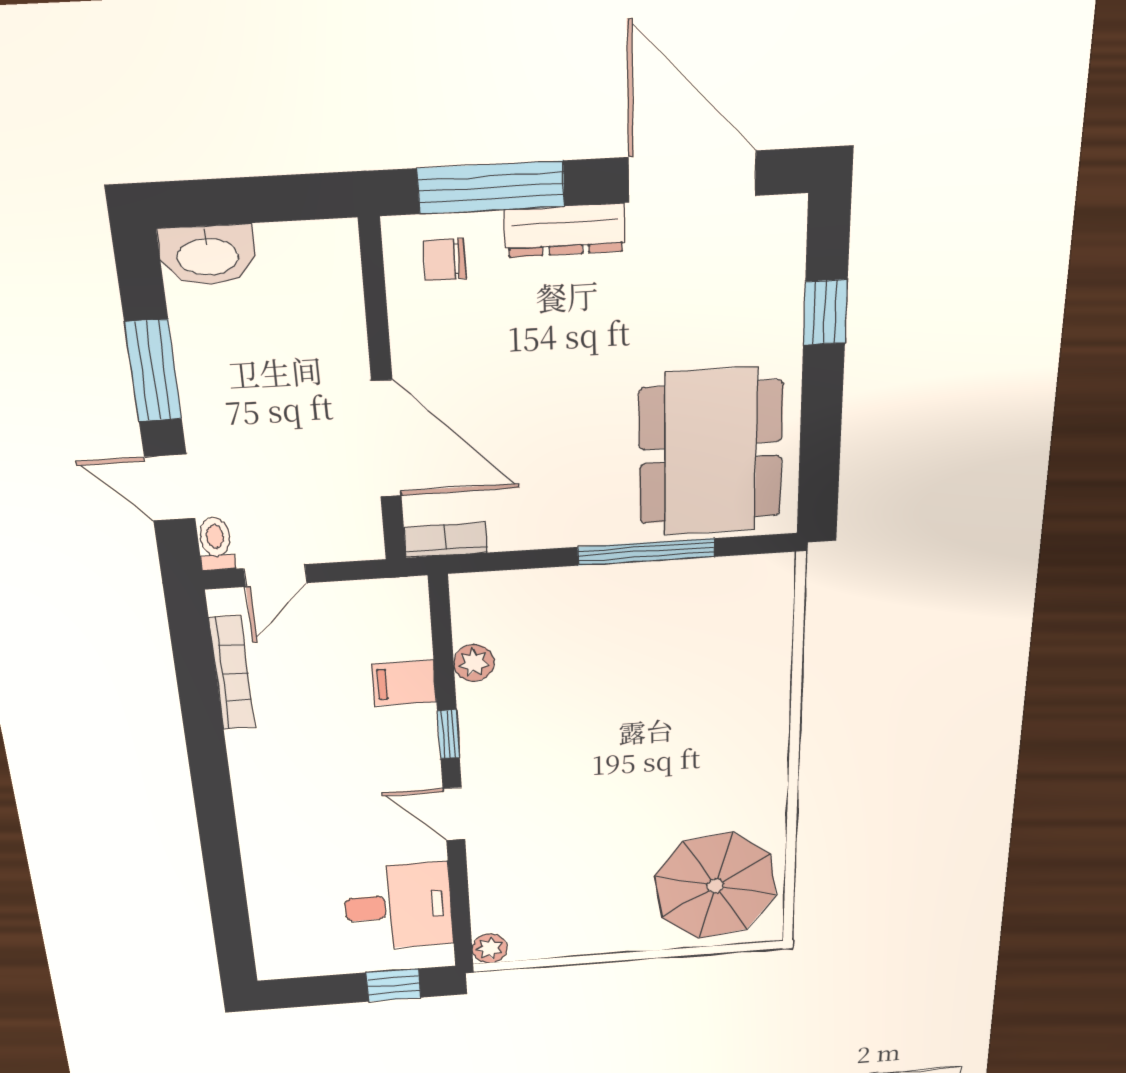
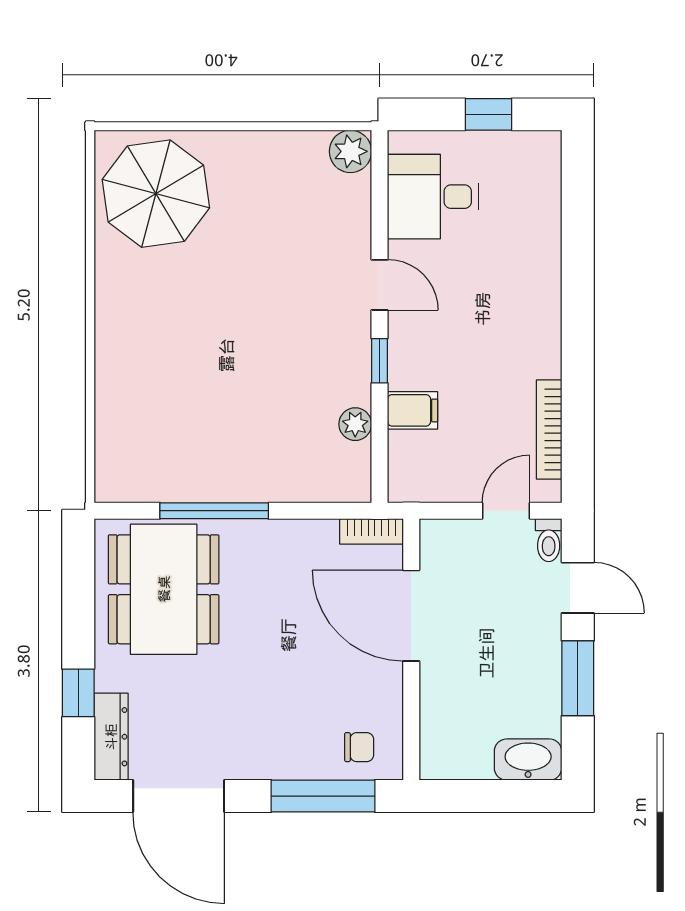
dresser: (565, 230) -> (111, 737), moved, turned 90
plant: (490, 949) -> (350, 151), width x1.38, depth x1.38
window: (393, 985) -> (488, 114), moved

